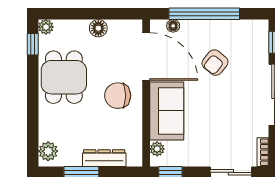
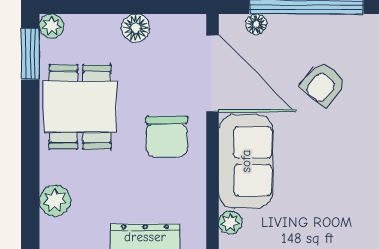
window: (33, 44) -> (30, 54), width x1.50
chair: (118, 96) -> (167, 136), turned -90
plant: (48, 151) -> (55, 201), moved

